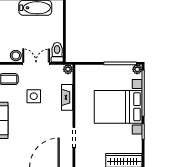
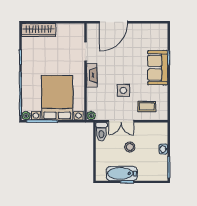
stool: (16, 56) -> (130, 147), moved
fireplace: (67, 97) -> (92, 75), moved
bed with nightstands: (118, 107) -> (57, 98), moved, turned -90

